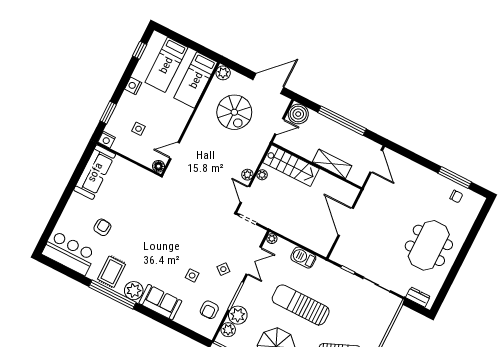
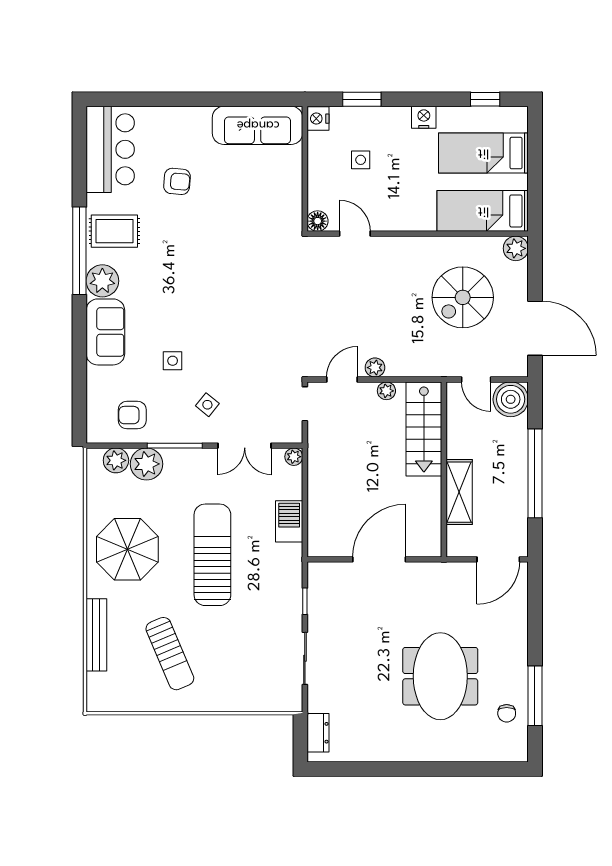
meeting table: (429, 245) -> (440, 676), moved, turned 90

